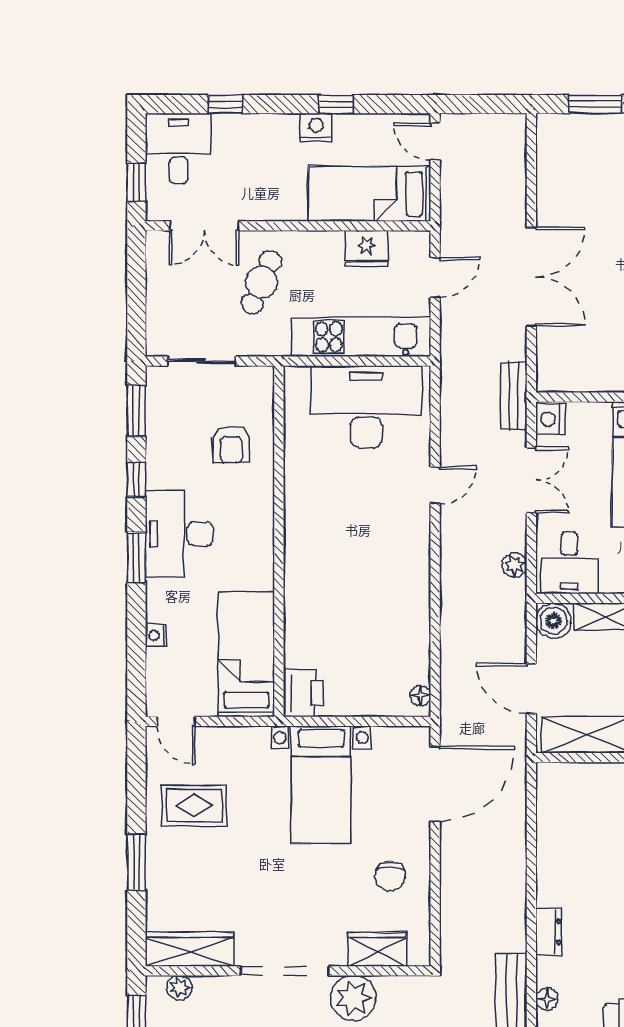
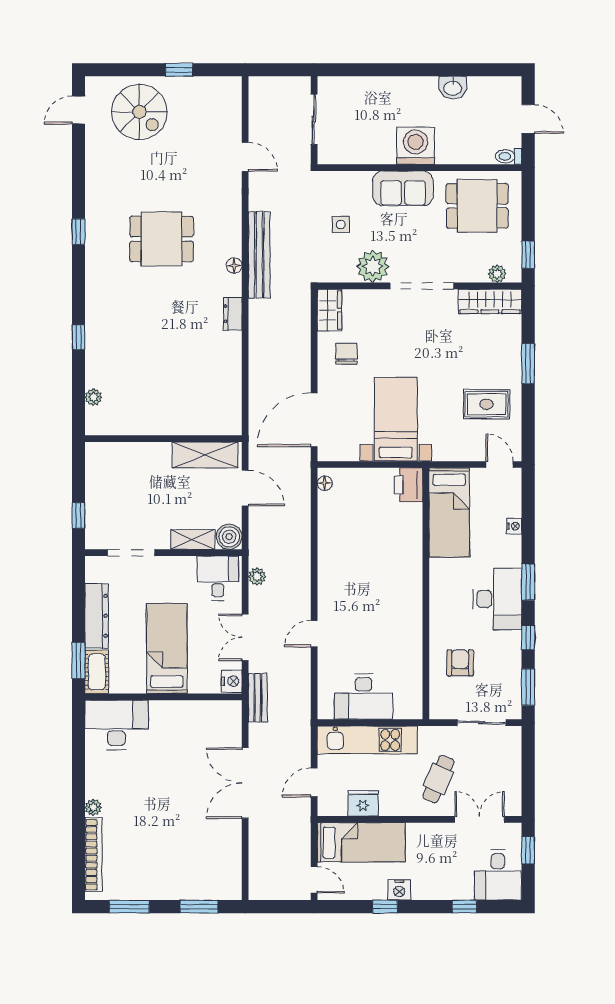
desk: (366, 407) -> (363, 697), width x0.73, depth x0.77
wardrobe: (377, 949) -> (329, 310), moved, turned -90

